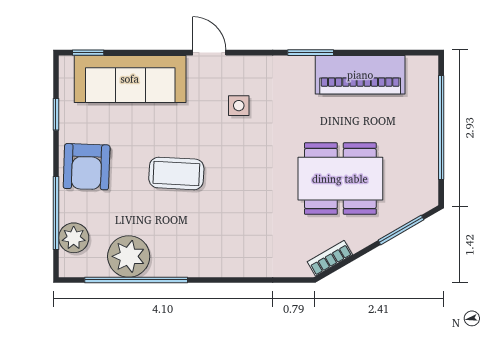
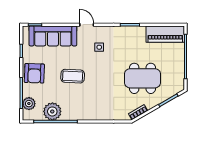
piano: (360, 75) -> (165, 34), moved

